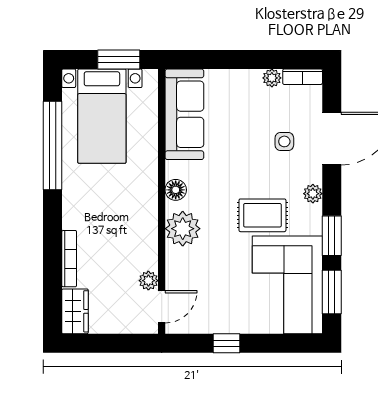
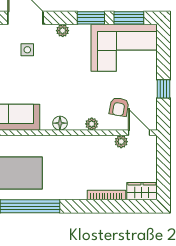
rug: (262, 215) -> (77, 65), removed
plant: (183, 229) -> (92, 124), width x0.53, depth x0.53
armchair: (200, 277) -> (119, 107), added

